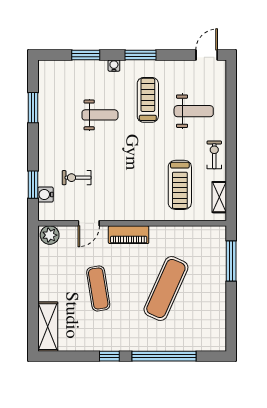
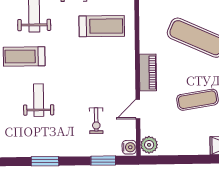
window: (33, 108) -> (45, 161), moved
water cooler: (45, 195) -> (129, 147), moved, turned -90
door: (89, 223) -> (138, 109), swing flipped

